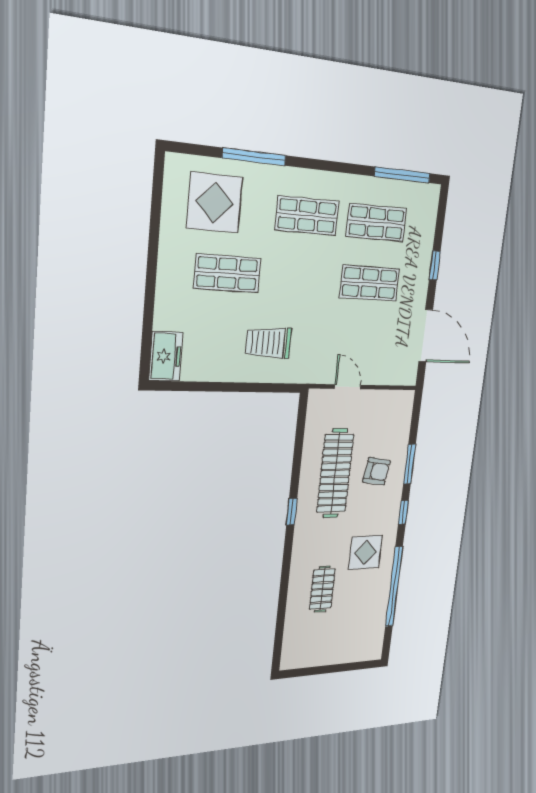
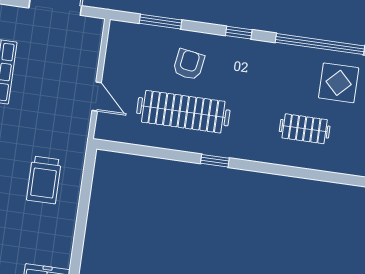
door: (348, 387) -> (97, 97), swing flipped
window: (409, 464) -> (160, 22), moved
display table: (366, 552) -> (339, 83), moved

